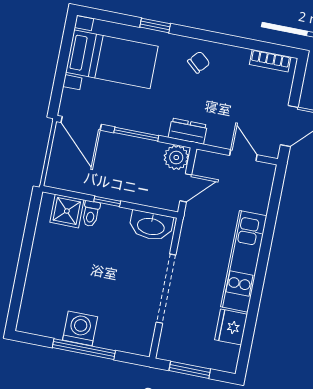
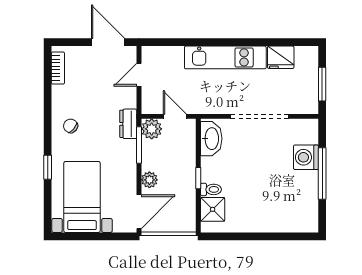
window: (136, 134) -> (139, 145), moved
plant: (117, 143) -> (149, 180), added
washing machine: (80, 328) -> (306, 157), moved

